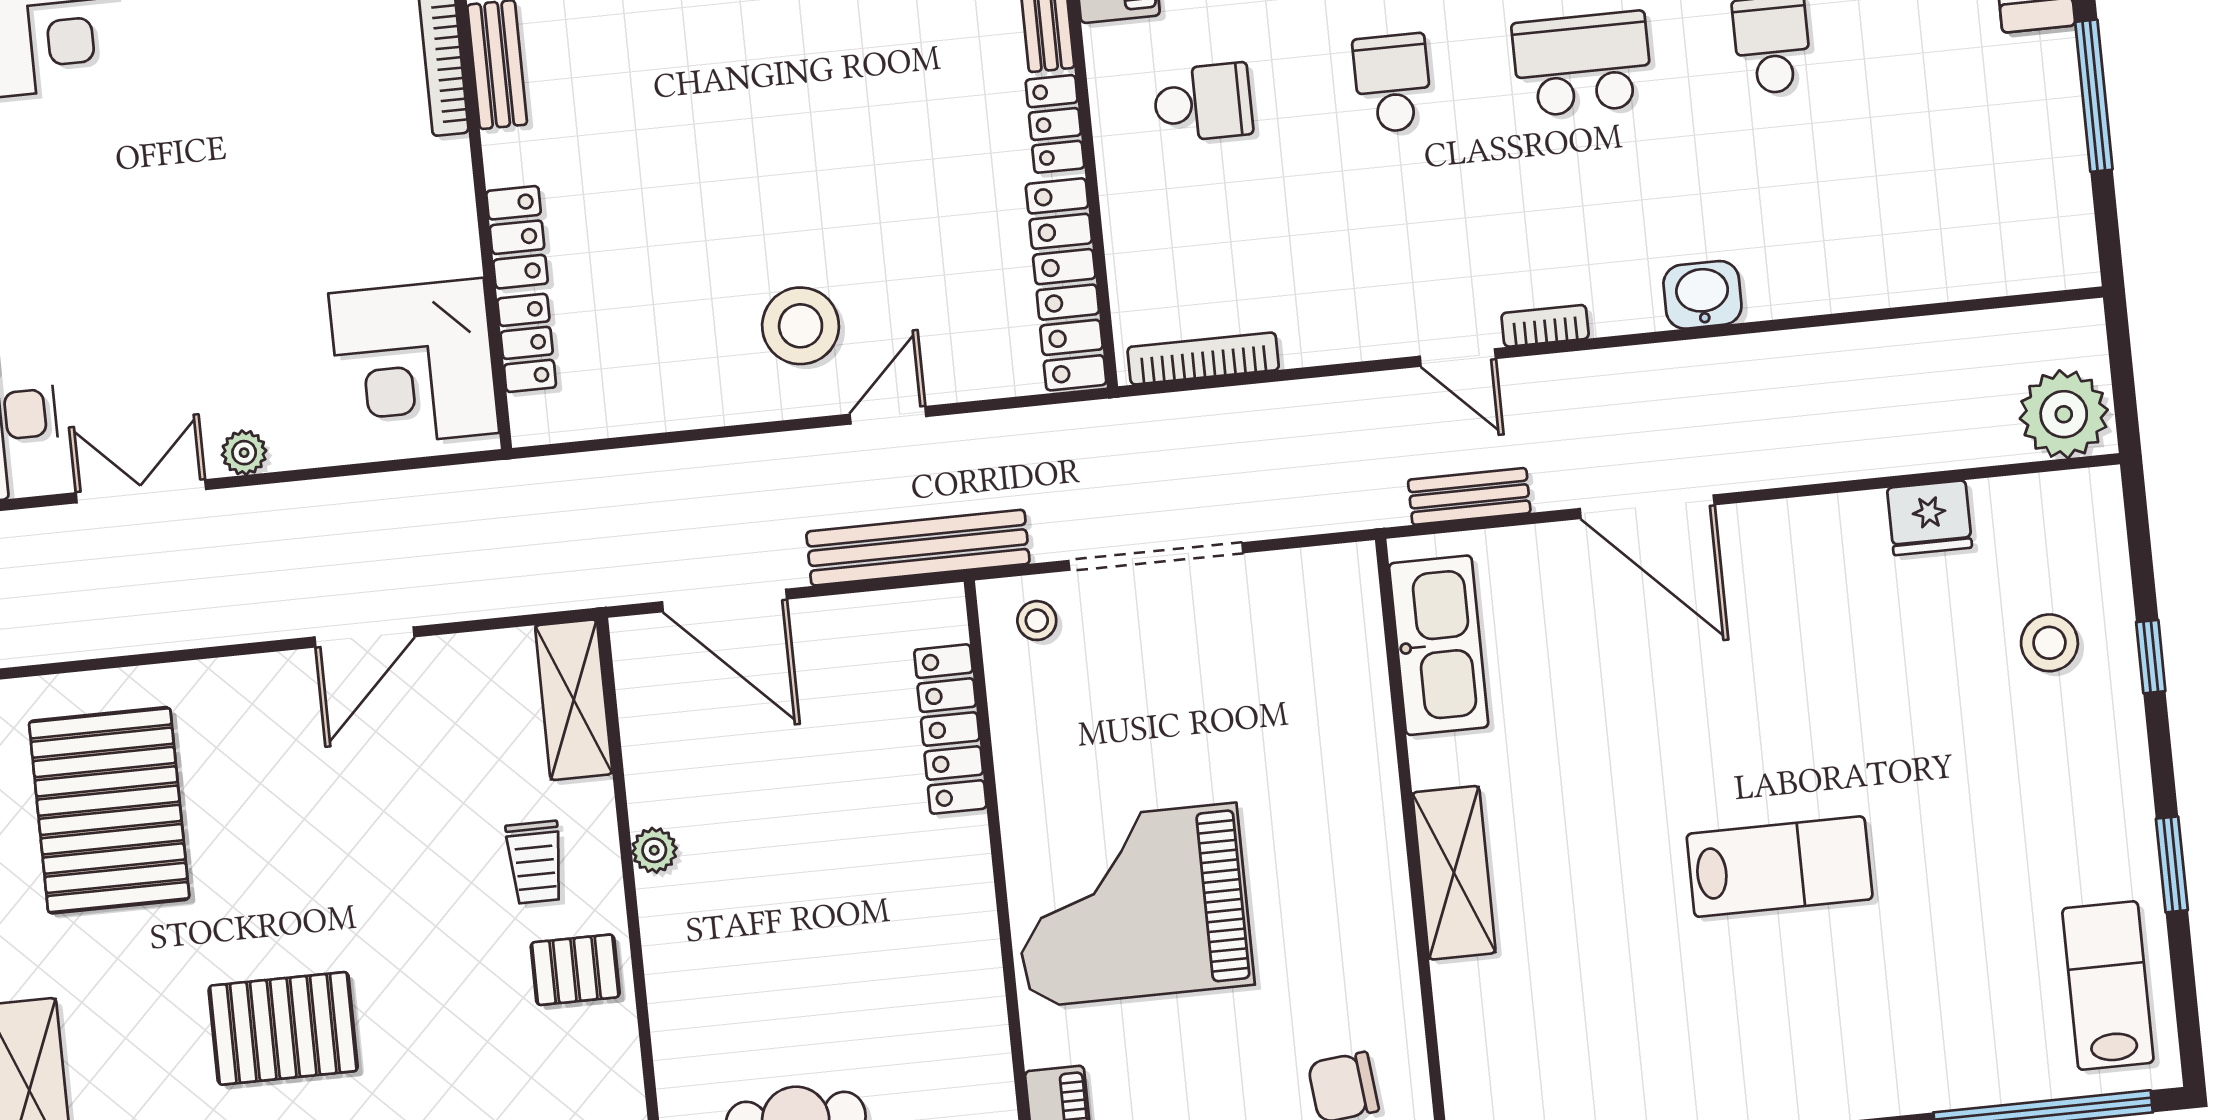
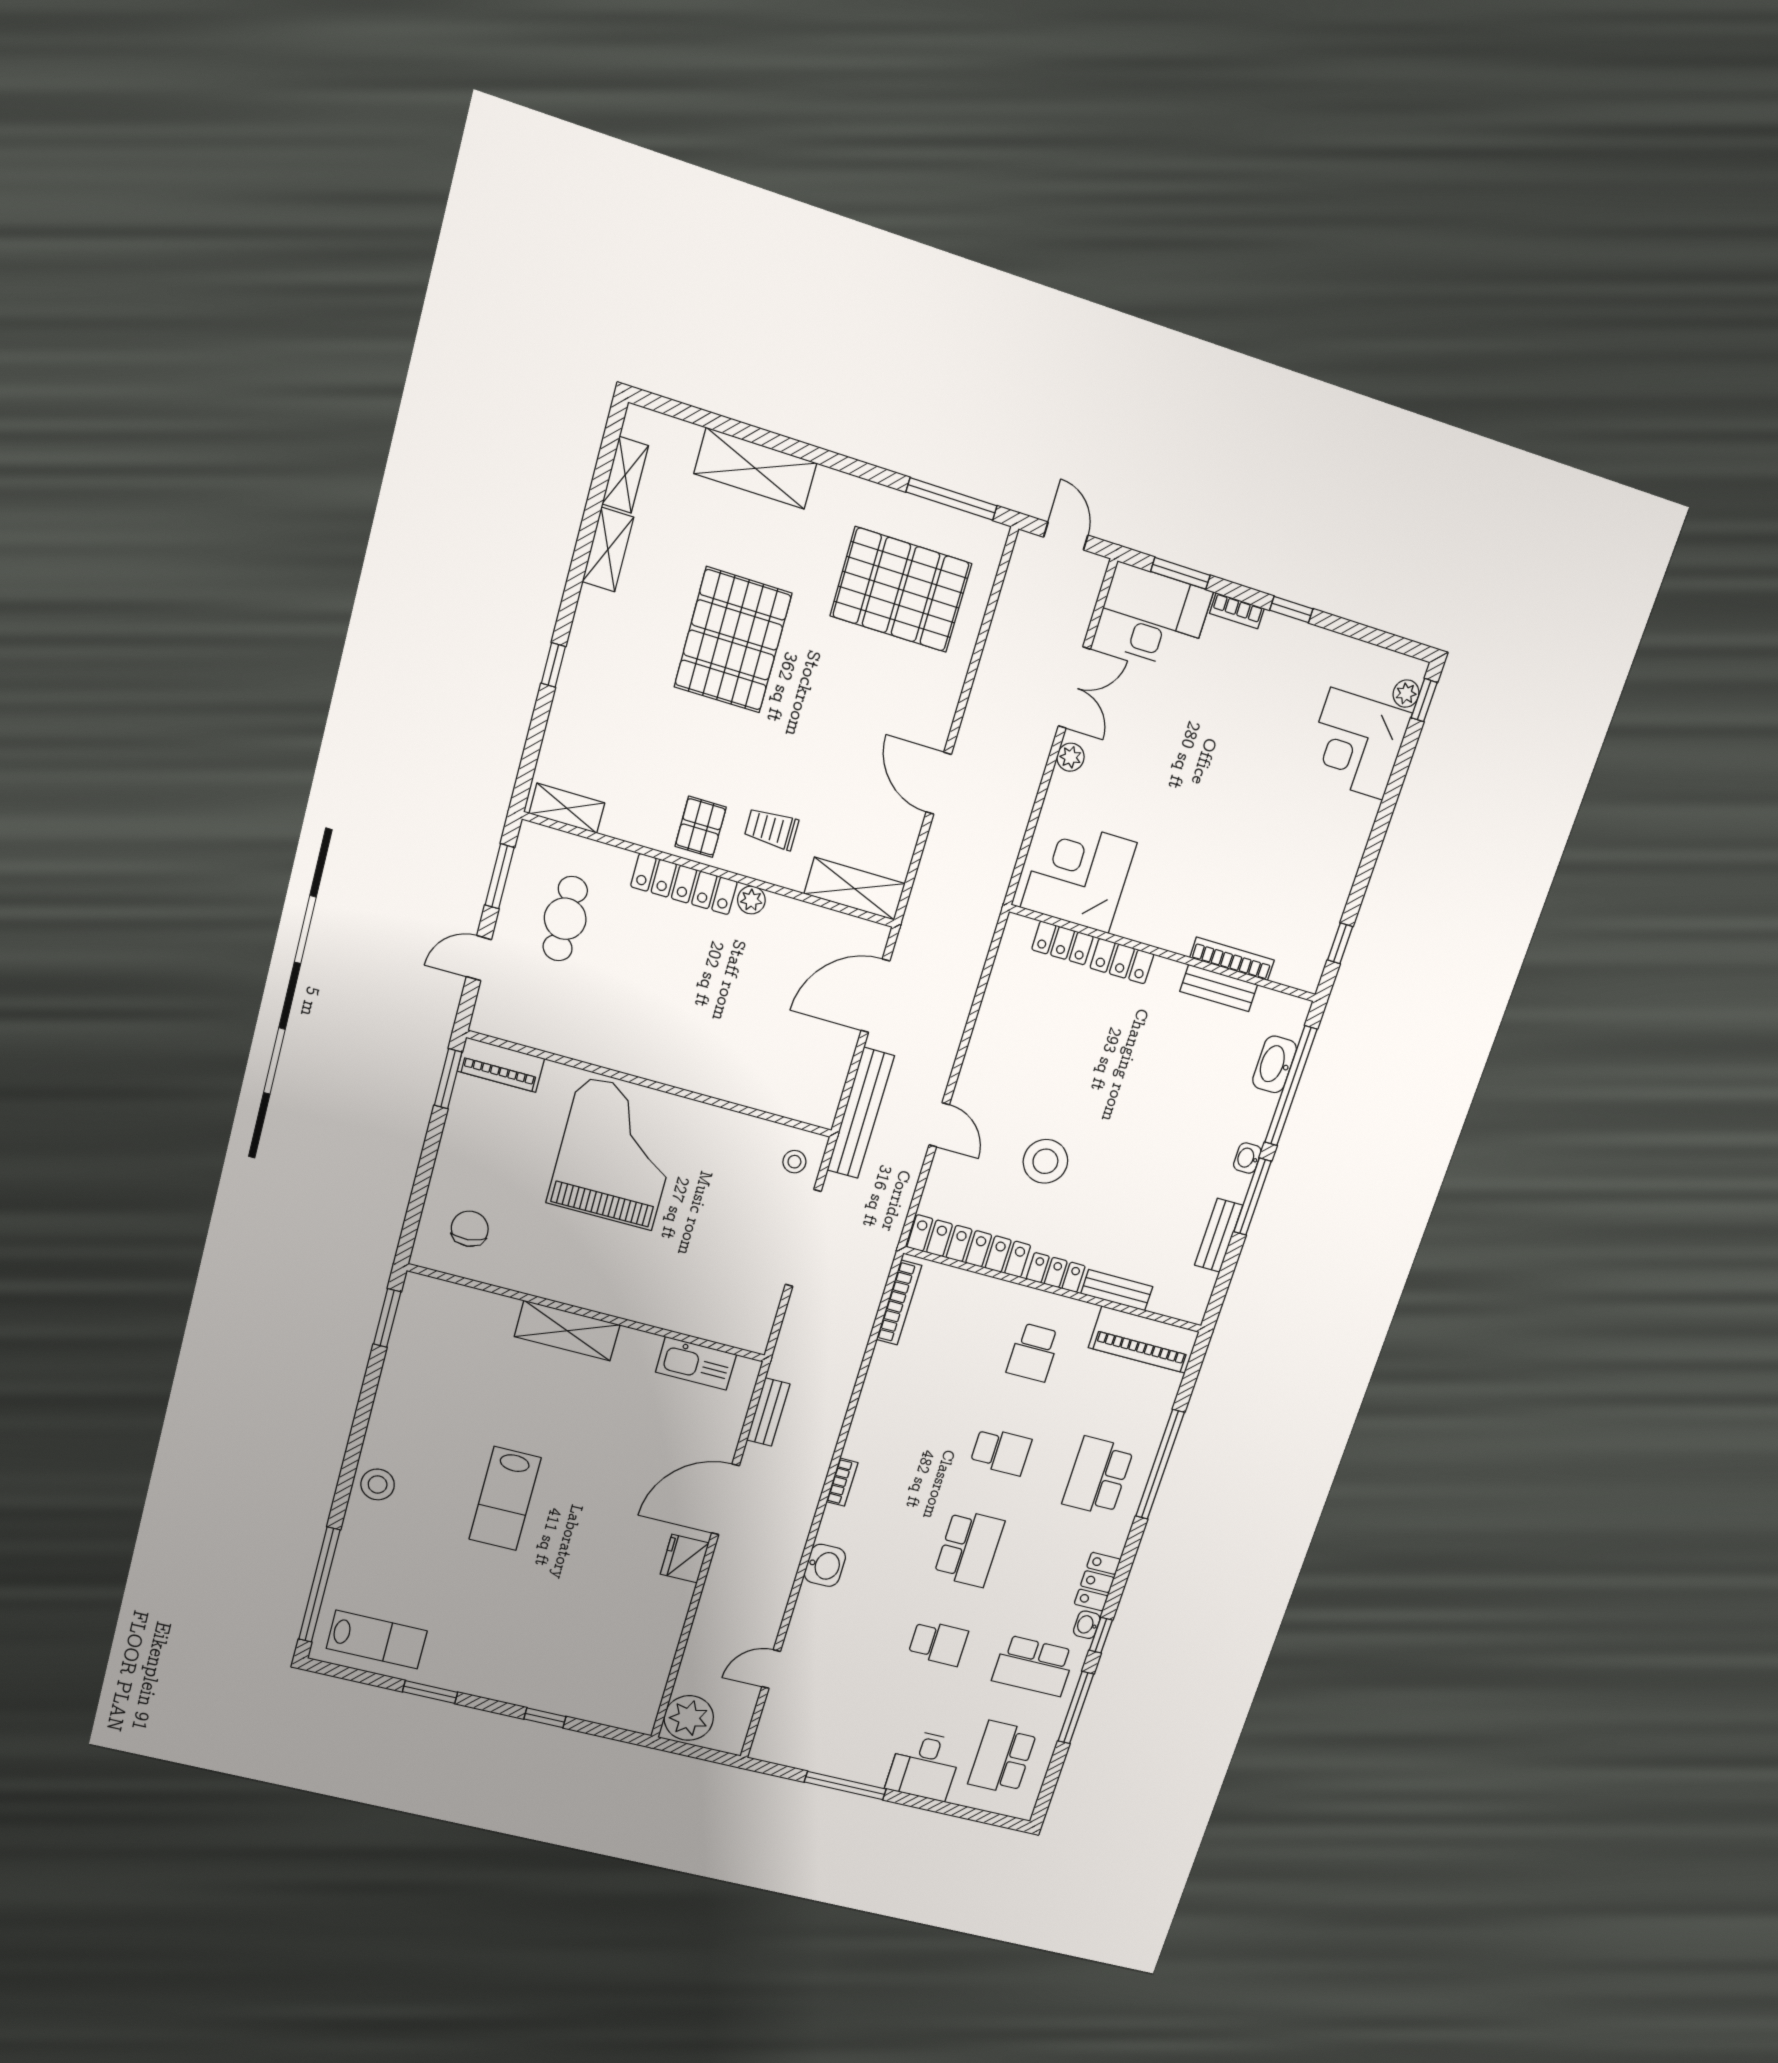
stool: (801, 326) -> (1045, 1161), moved
door: (1458, 357) -> (771, 1669), moved
fridge: (1930, 518) -> (685, 1559), moved
stool: (2049, 643) -> (378, 1484), moved
kitchen sink: (1439, 645) -> (696, 1363), width x0.73, depth x0.81
locker: (950, 729) -> (684, 884), moved, turned 180
pallet: (283, 1028) -> (733, 640), width x1.37, depth x1.41

